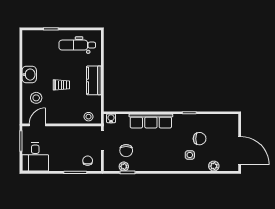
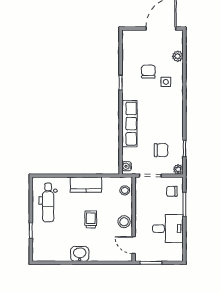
stool: (36, 98) -> (124, 222), moved
desk: (35, 157) -> (168, 229), moved
plant: (124, 166) -> (178, 169), moved

